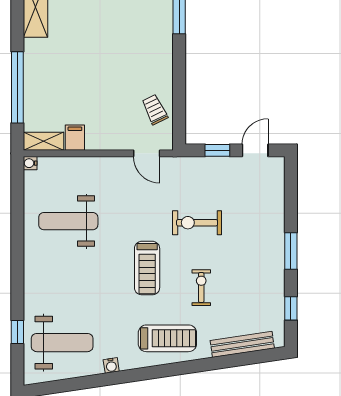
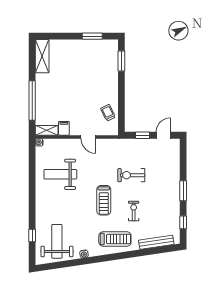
door: (147, 153) -> (88, 137), moved
weight bench: (62, 343) -> (57, 241), turned -90

